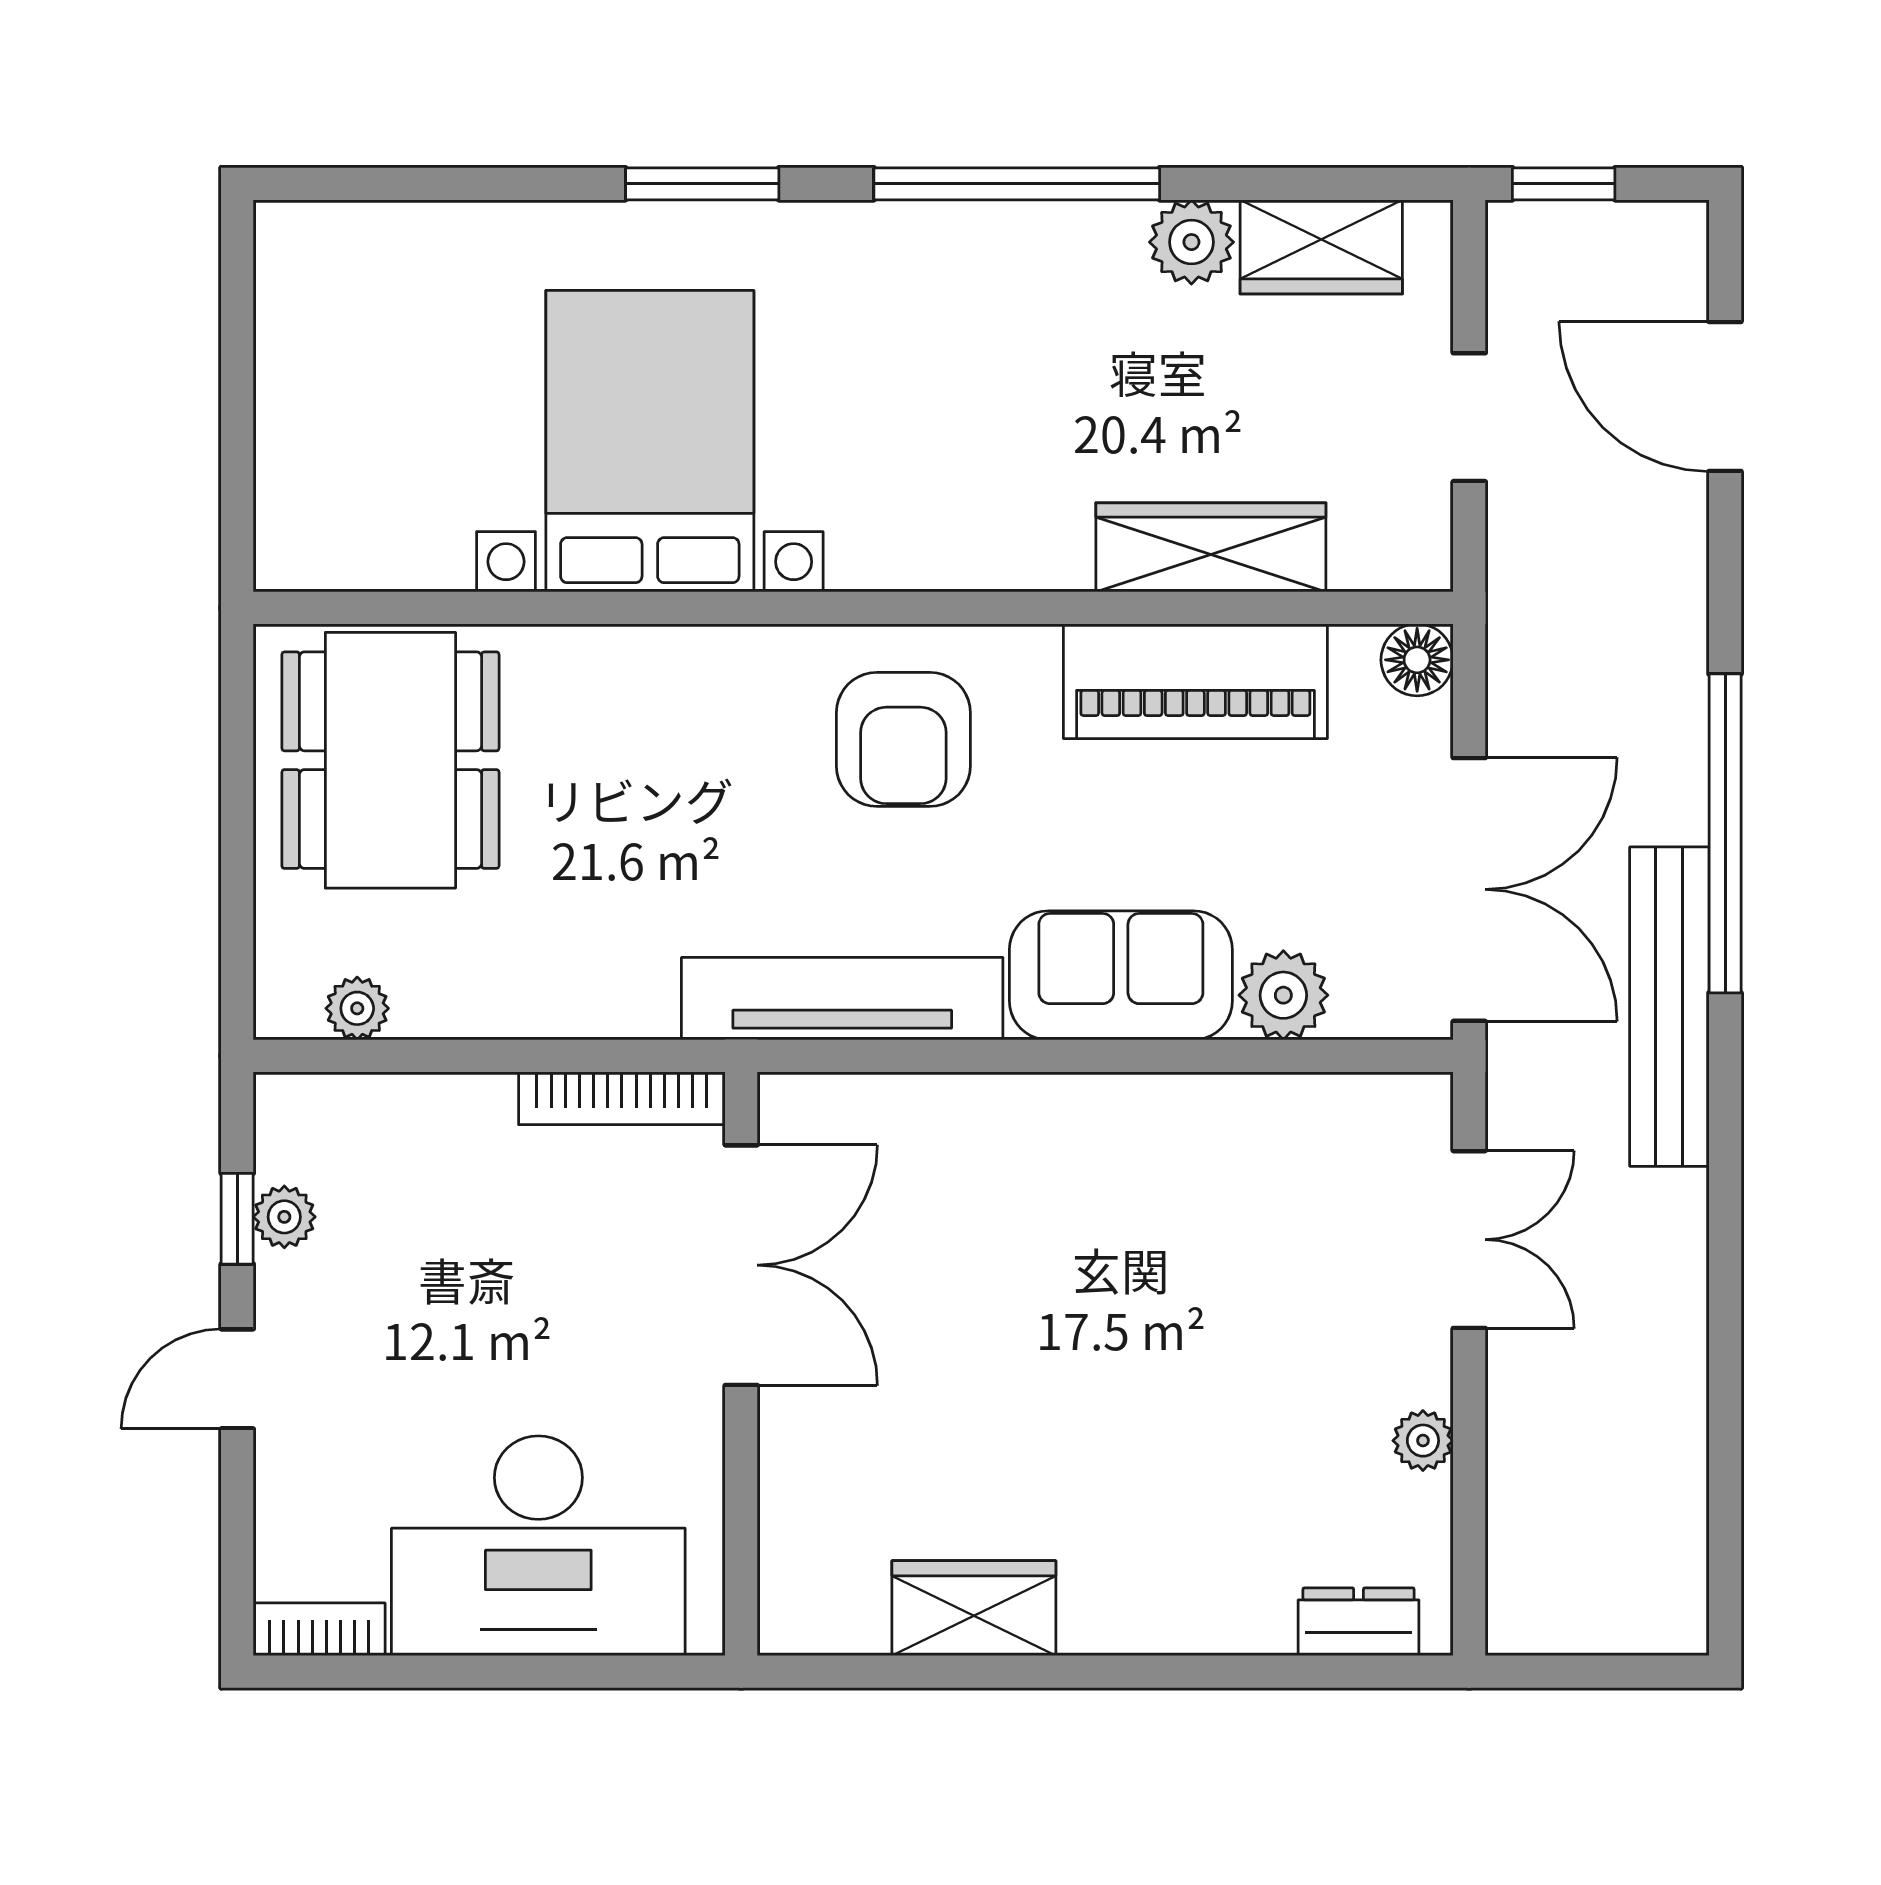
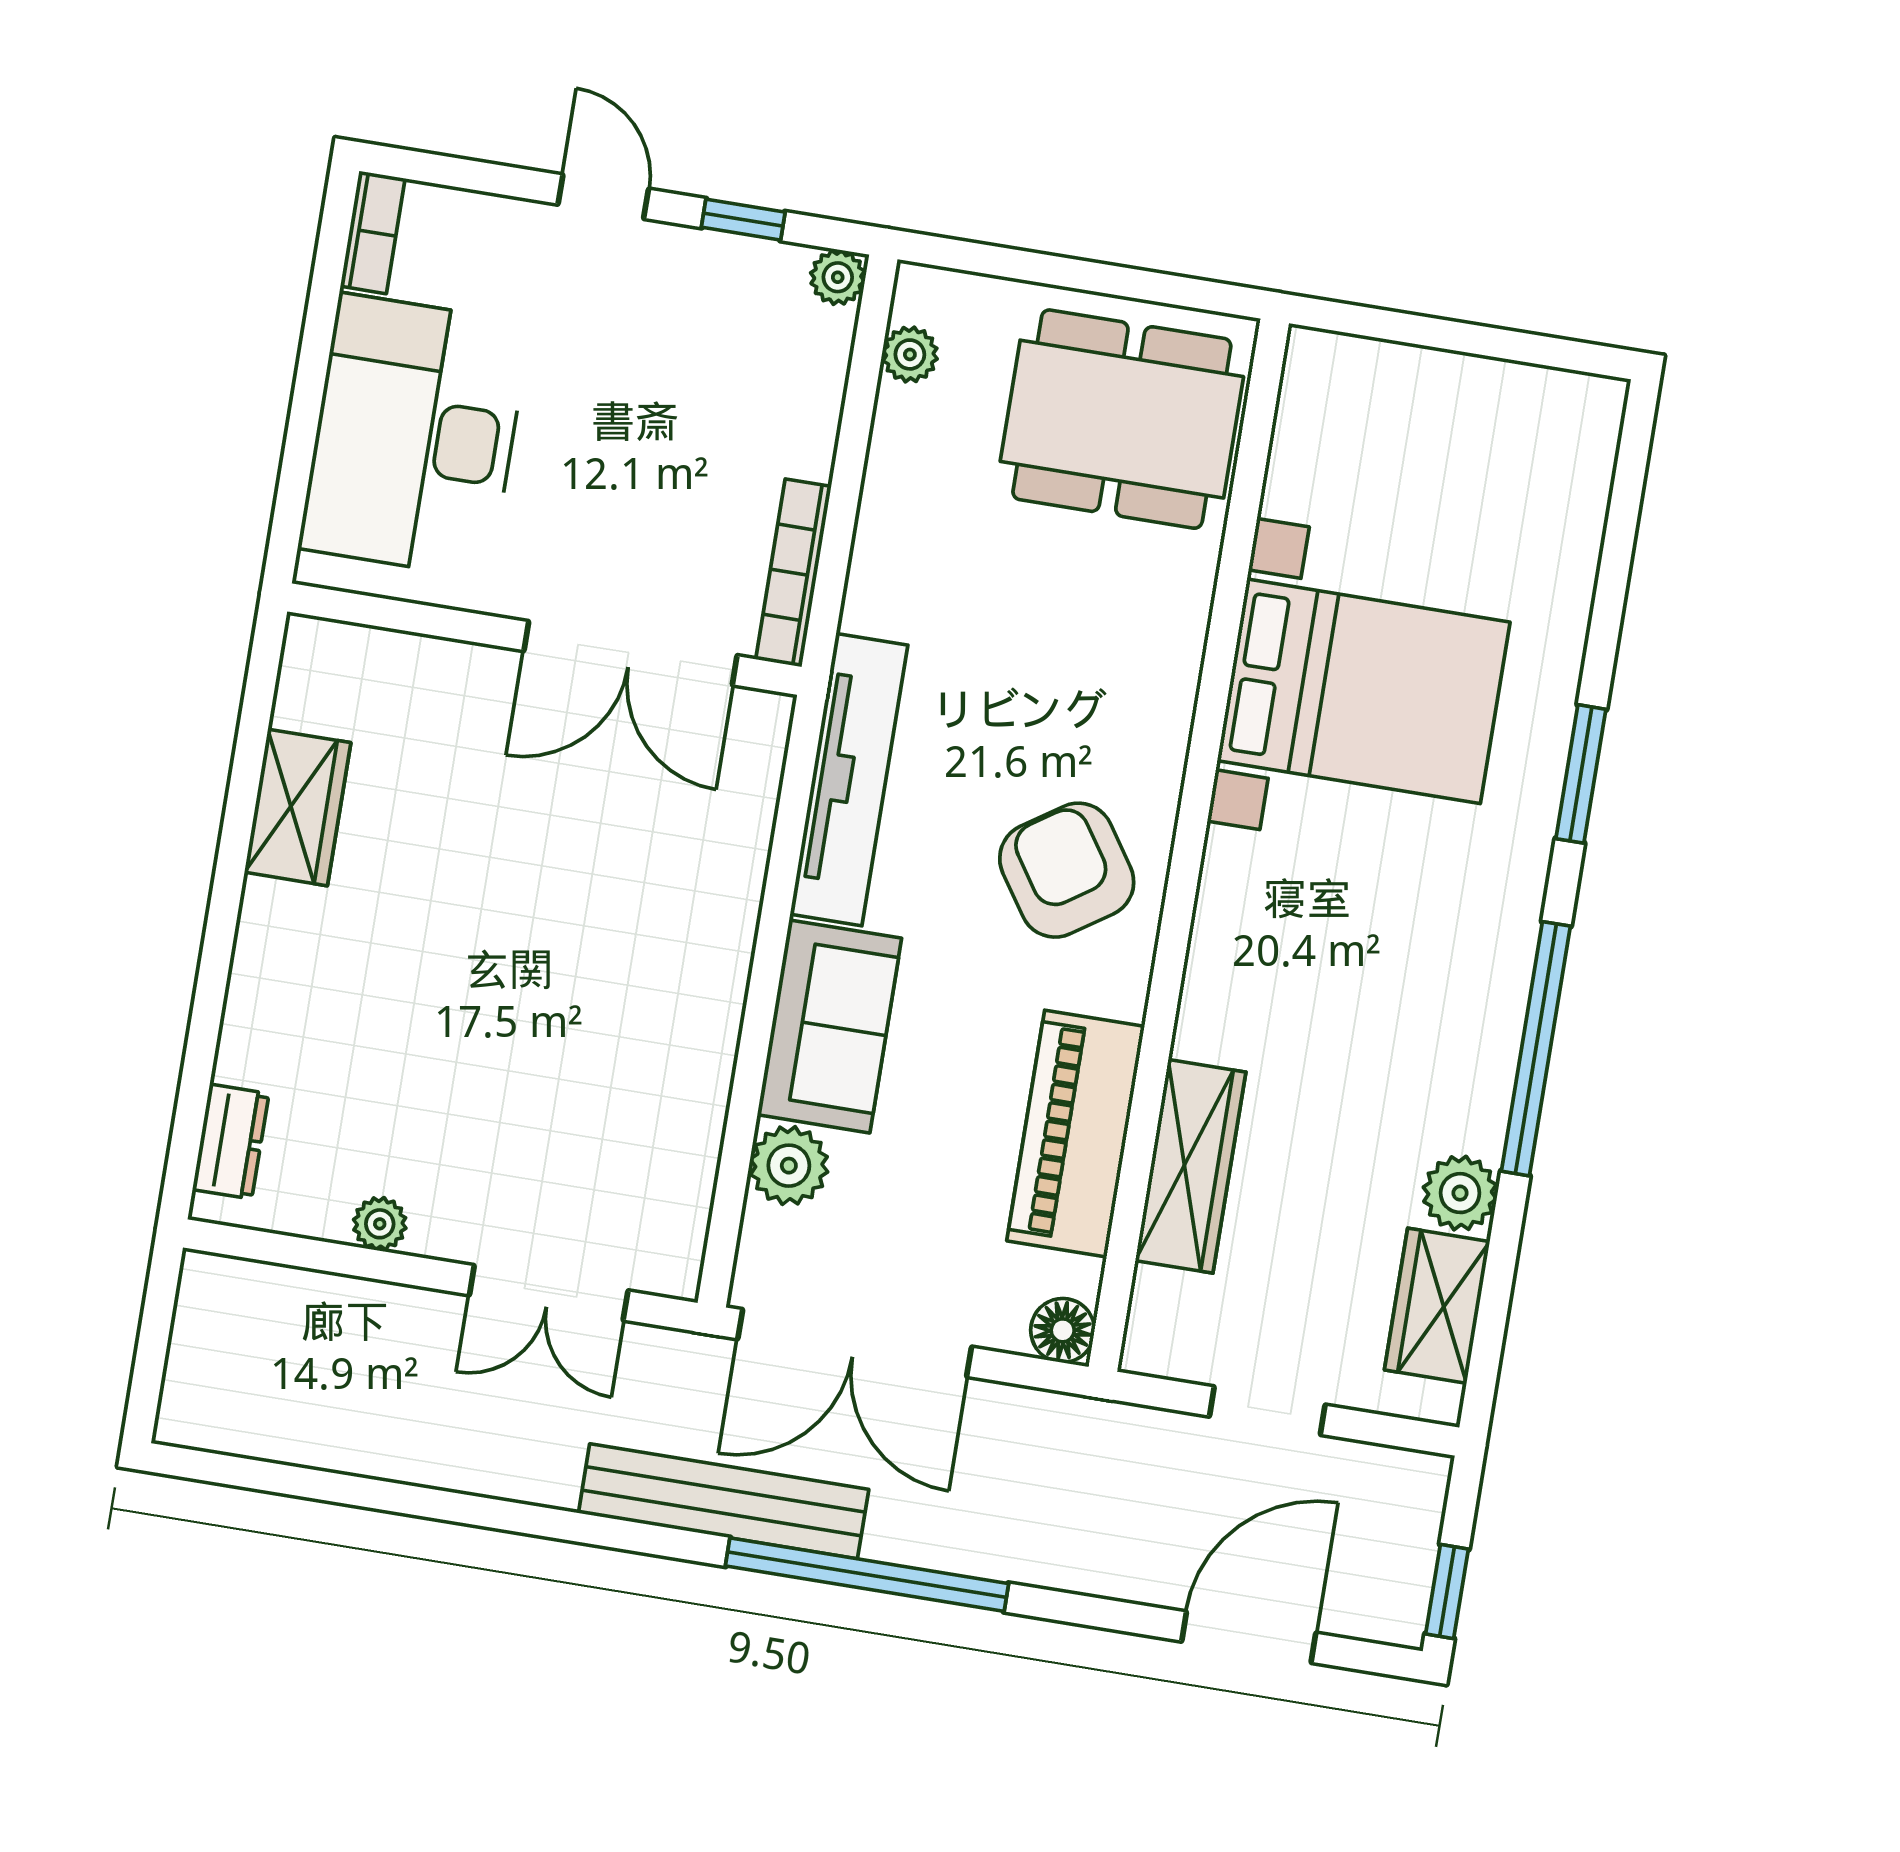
window: (1564, 184) -> (1447, 1592), moved
armchair: (903, 739) -> (1067, 870), turned 56
plant: (284, 1217) -> (838, 277), moved

